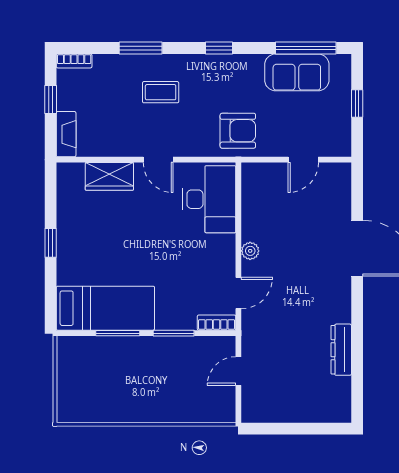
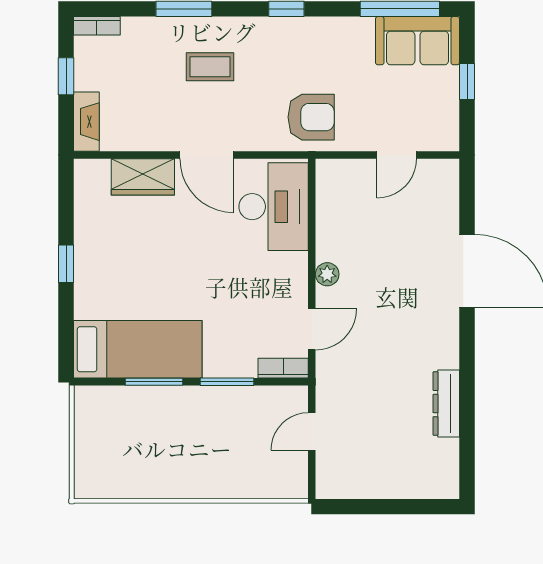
sofa: (297, 72) -> (417, 41), moved
door: (158, 160) -> (207, 155), width x1.38

